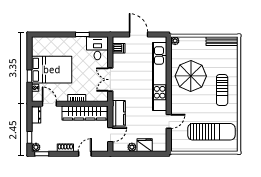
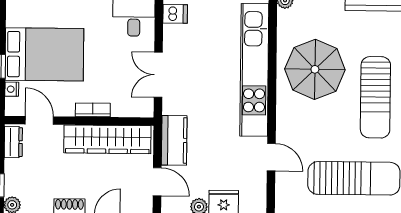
sun lounger: (222, 90) -> (375, 97), width x1.36, depth x1.34
door: (169, 121) -> (271, 157), hinge flipped
door: (110, 135) -> (157, 182), hinge flipped

